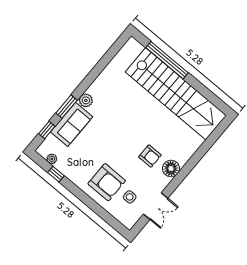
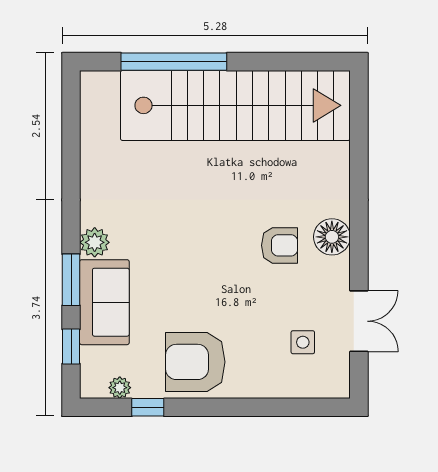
armchair: (107, 182) -> (195, 362), moved, turned 180

